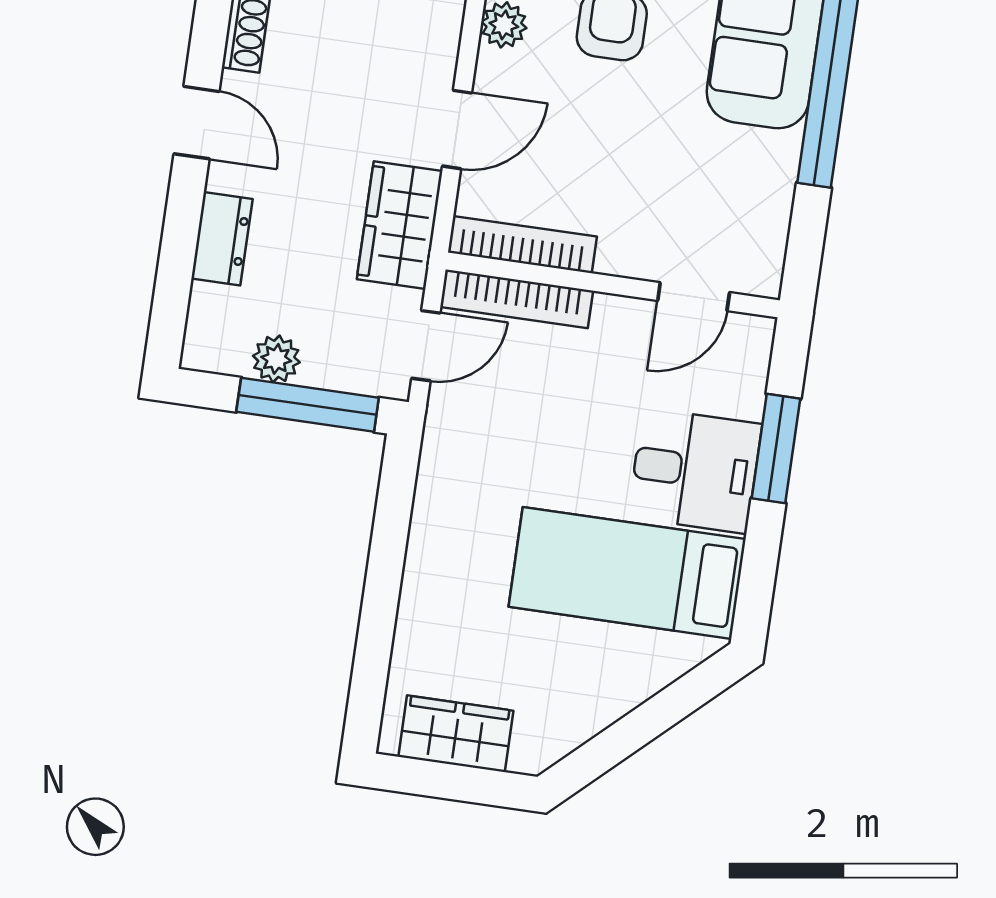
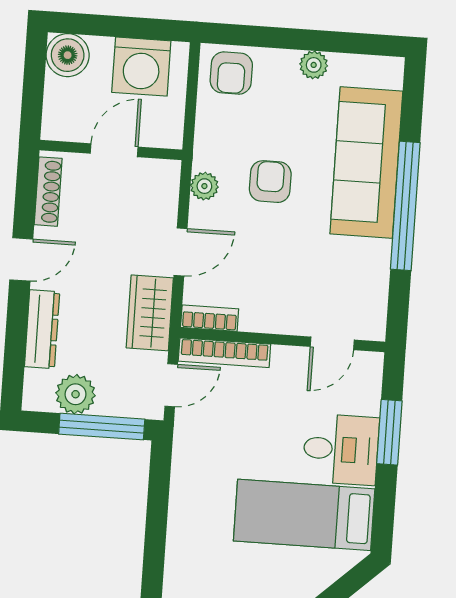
door: (197, 123) -> (21, 259), hinge flipped
dresser: (222, 239) -> (42, 329), width x1.44
bookcase: (522, 244) -> (210, 318), width x0.64
plant: (276, 359) -> (76, 394), width x1.38, depth x1.38

